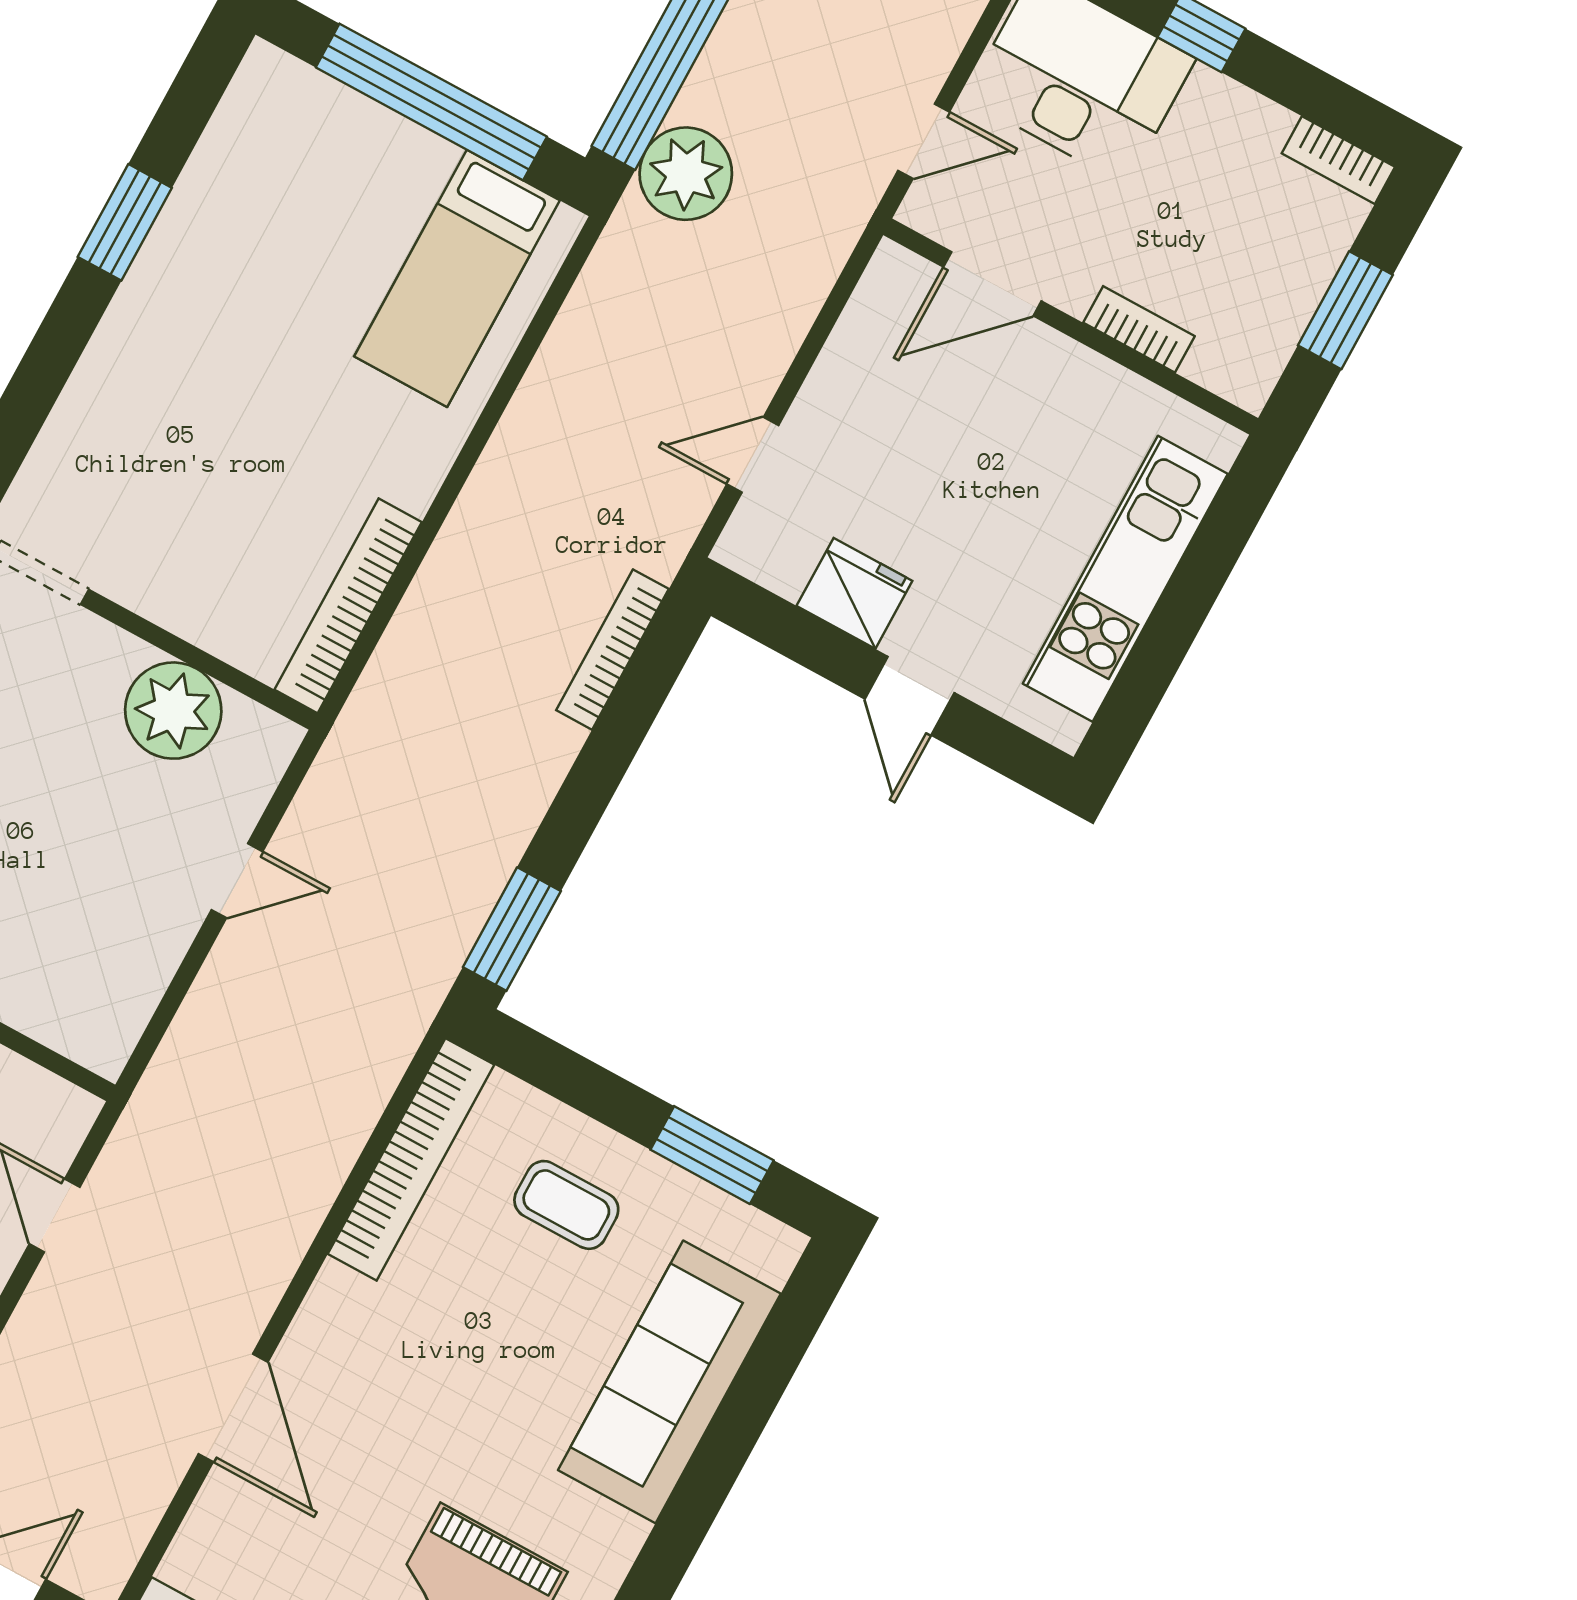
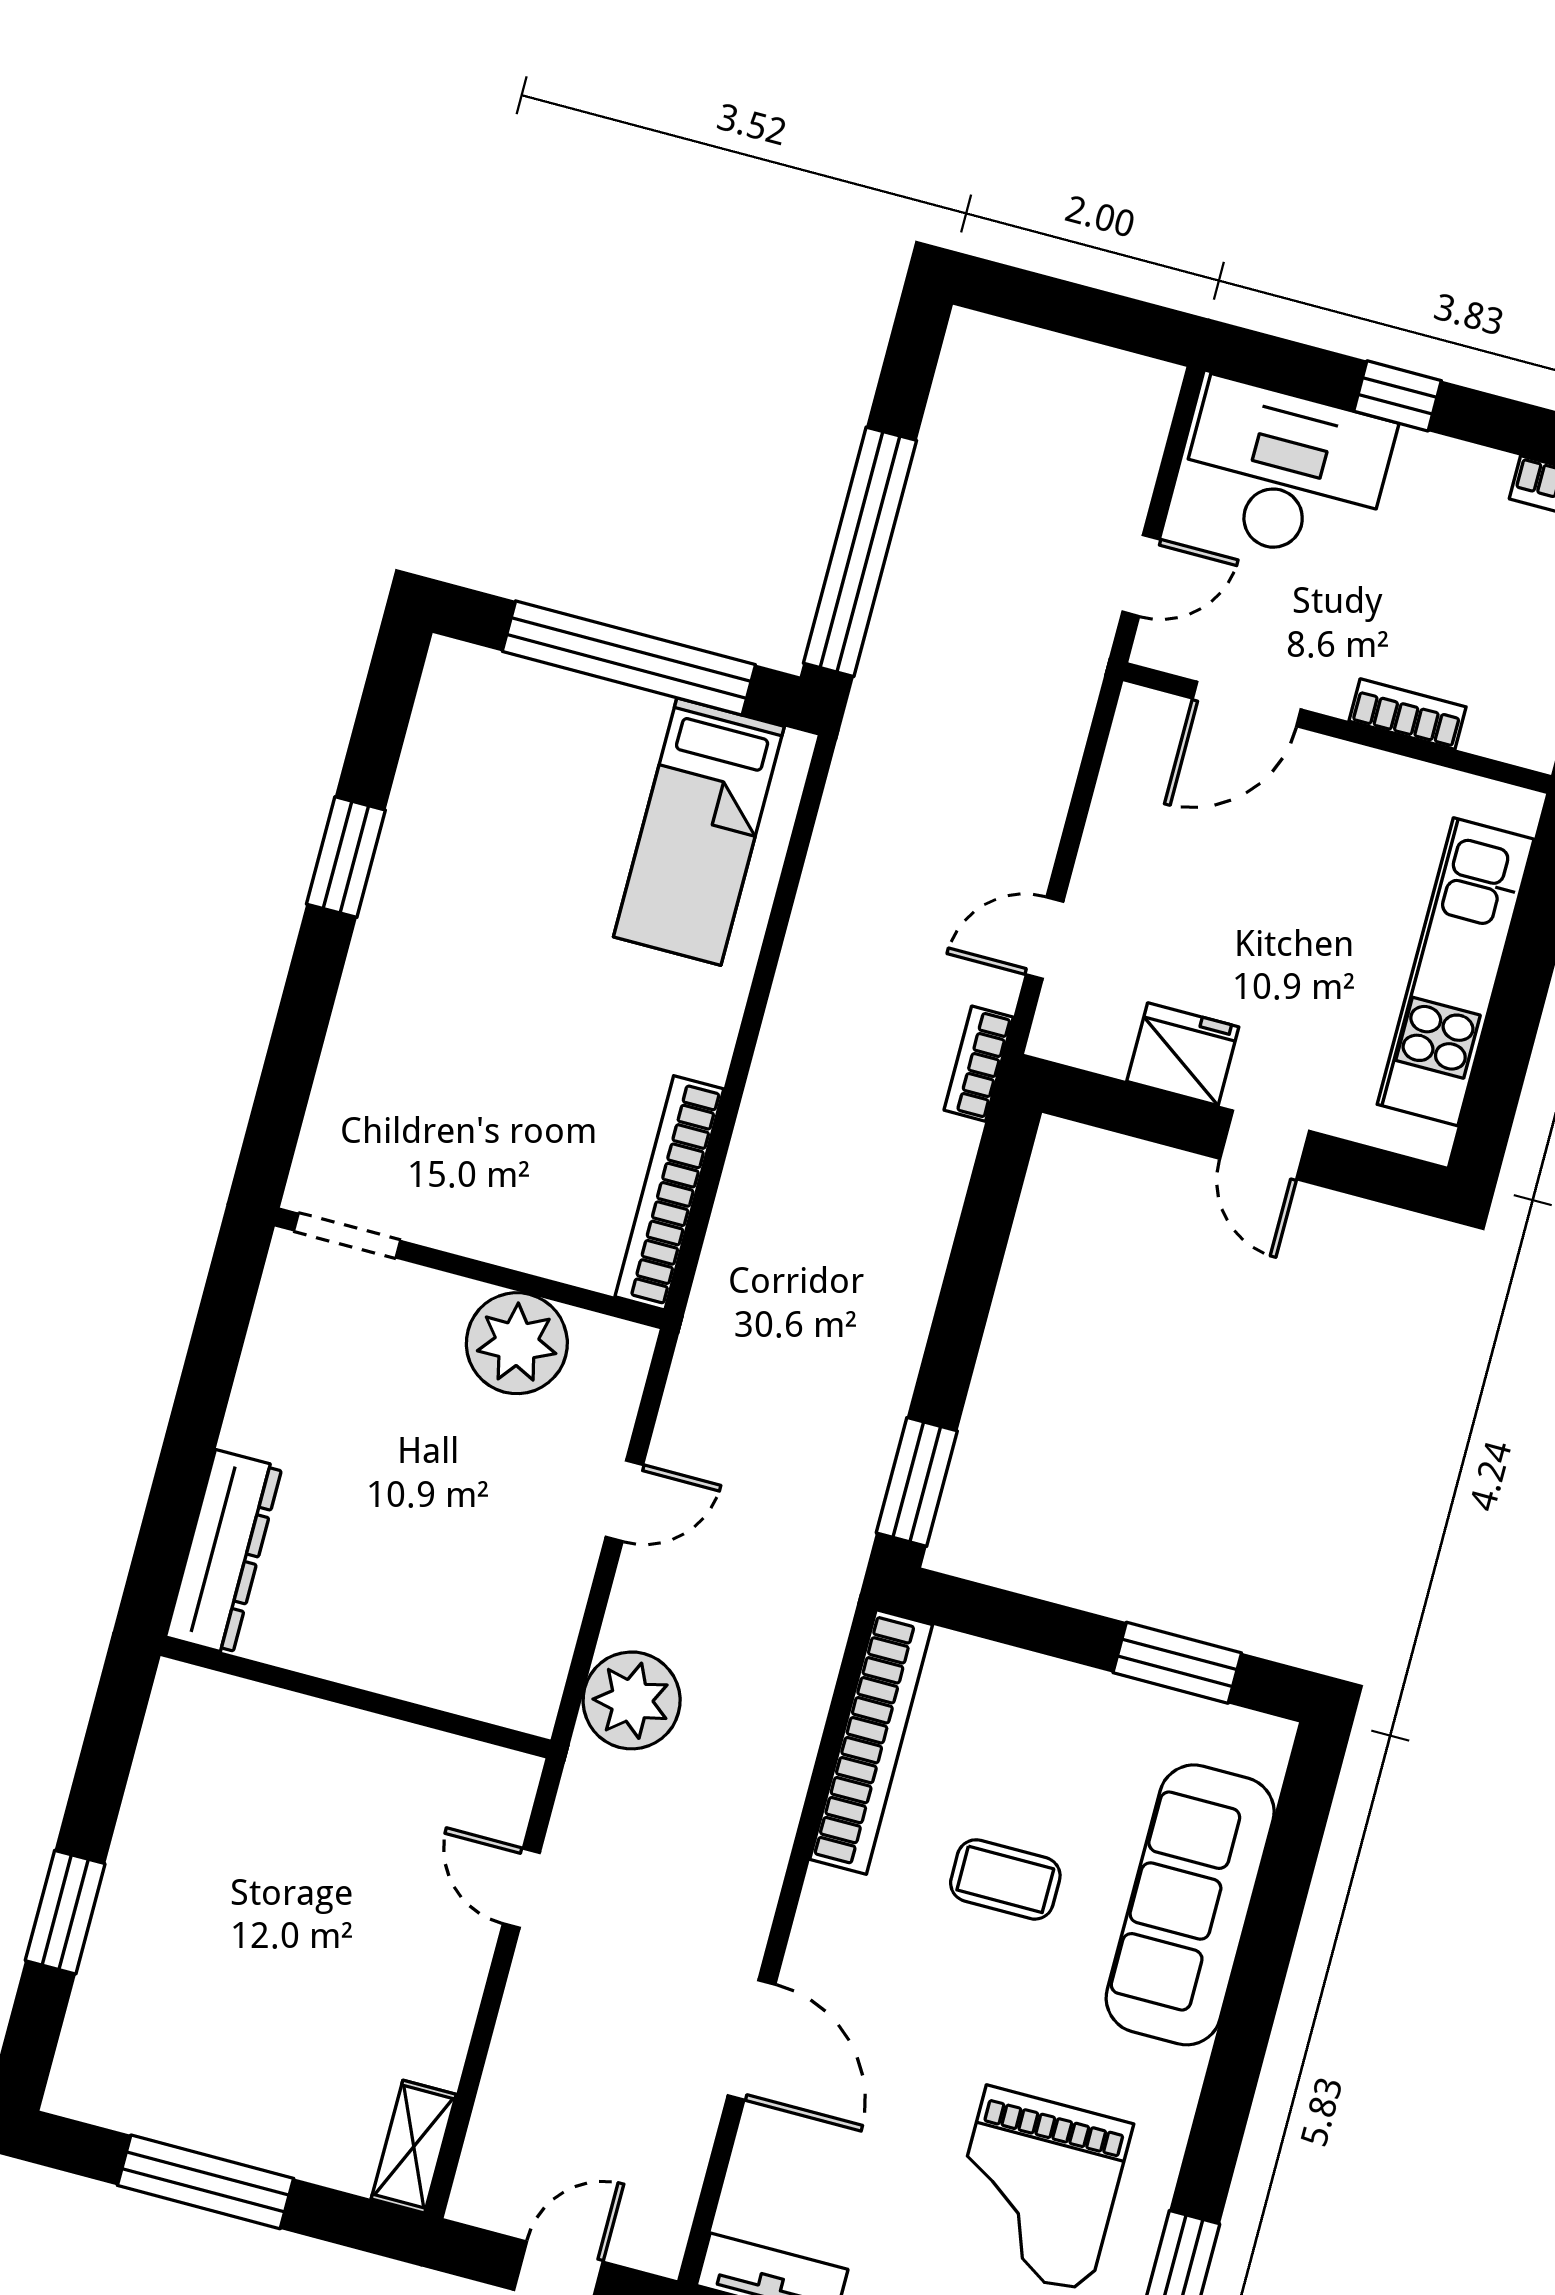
plant: (686, 174) -> (632, 1700), moved
bookcase: (613, 650) -> (979, 1064), moved, width x0.64
coffee table: (566, 1205) -> (1005, 1879), moved

